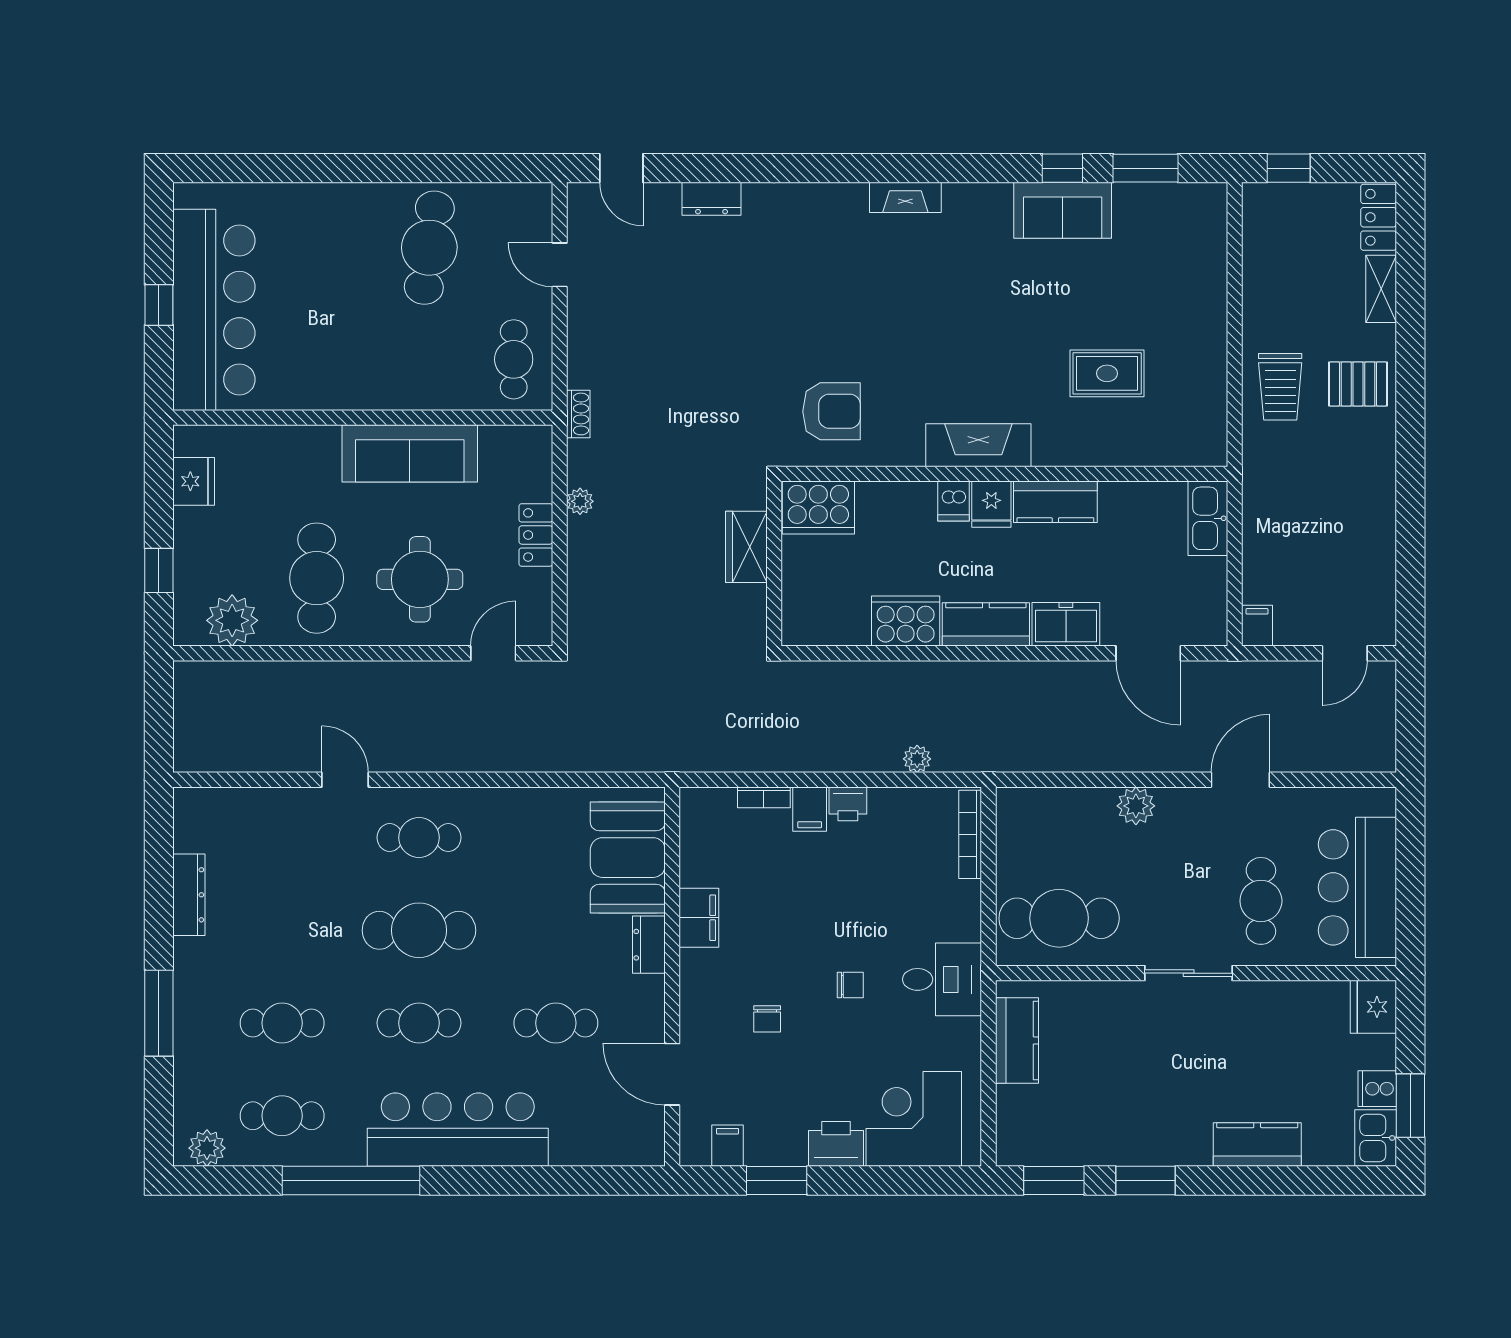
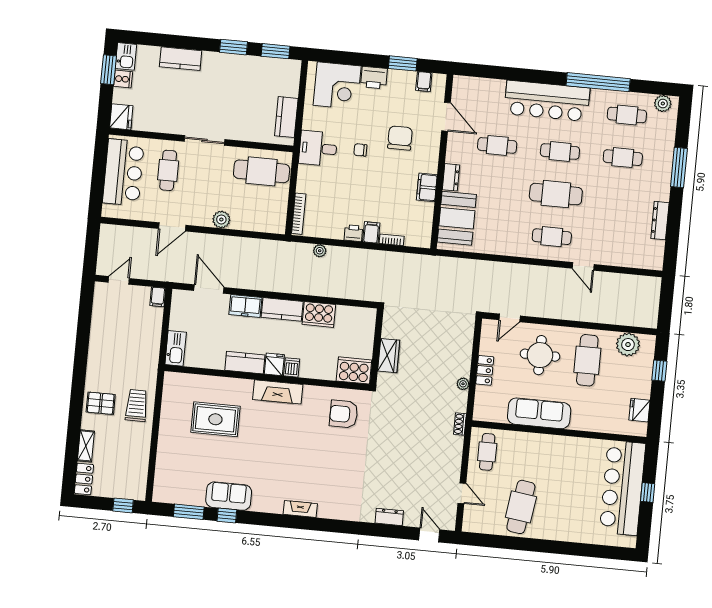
rug: (1107, 373) -> (215, 419), width x1.36, depth x1.43
chair: (767, 1019) -> (400, 138), width x1.87, depth x1.87

